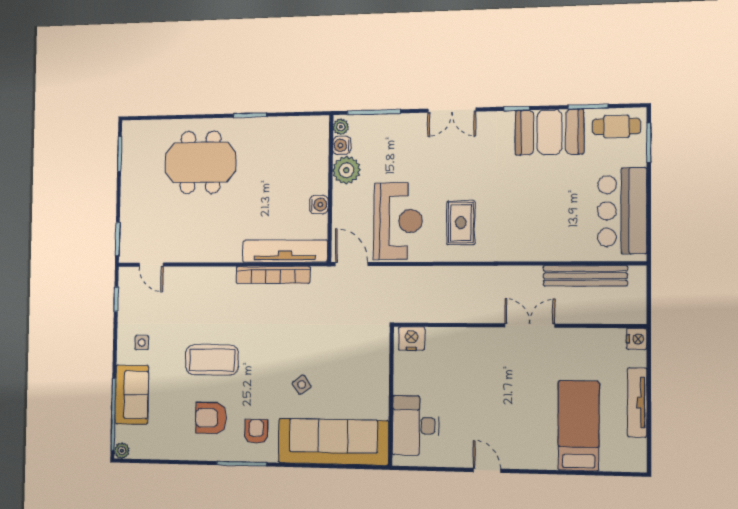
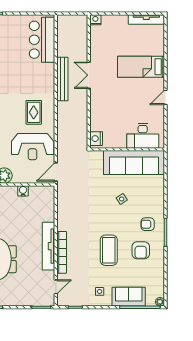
bar counter: (622, 211) -> (42, 40), moved, turned 90
reception desk: (398, 221) -> (33, 147), turned 180
rug: (461, 223) -> (34, 112), turned 90
tv unit: (285, 251) -> (49, 246), moved
bookcase: (273, 275) -> (62, 252), moved
bench: (585, 276) -> (62, 79), moved
tv unit: (637, 402) -> (146, 19), moved
bed: (579, 426) -> (141, 67), moved
sofa: (333, 442) -> (134, 163), moved, turned -90

